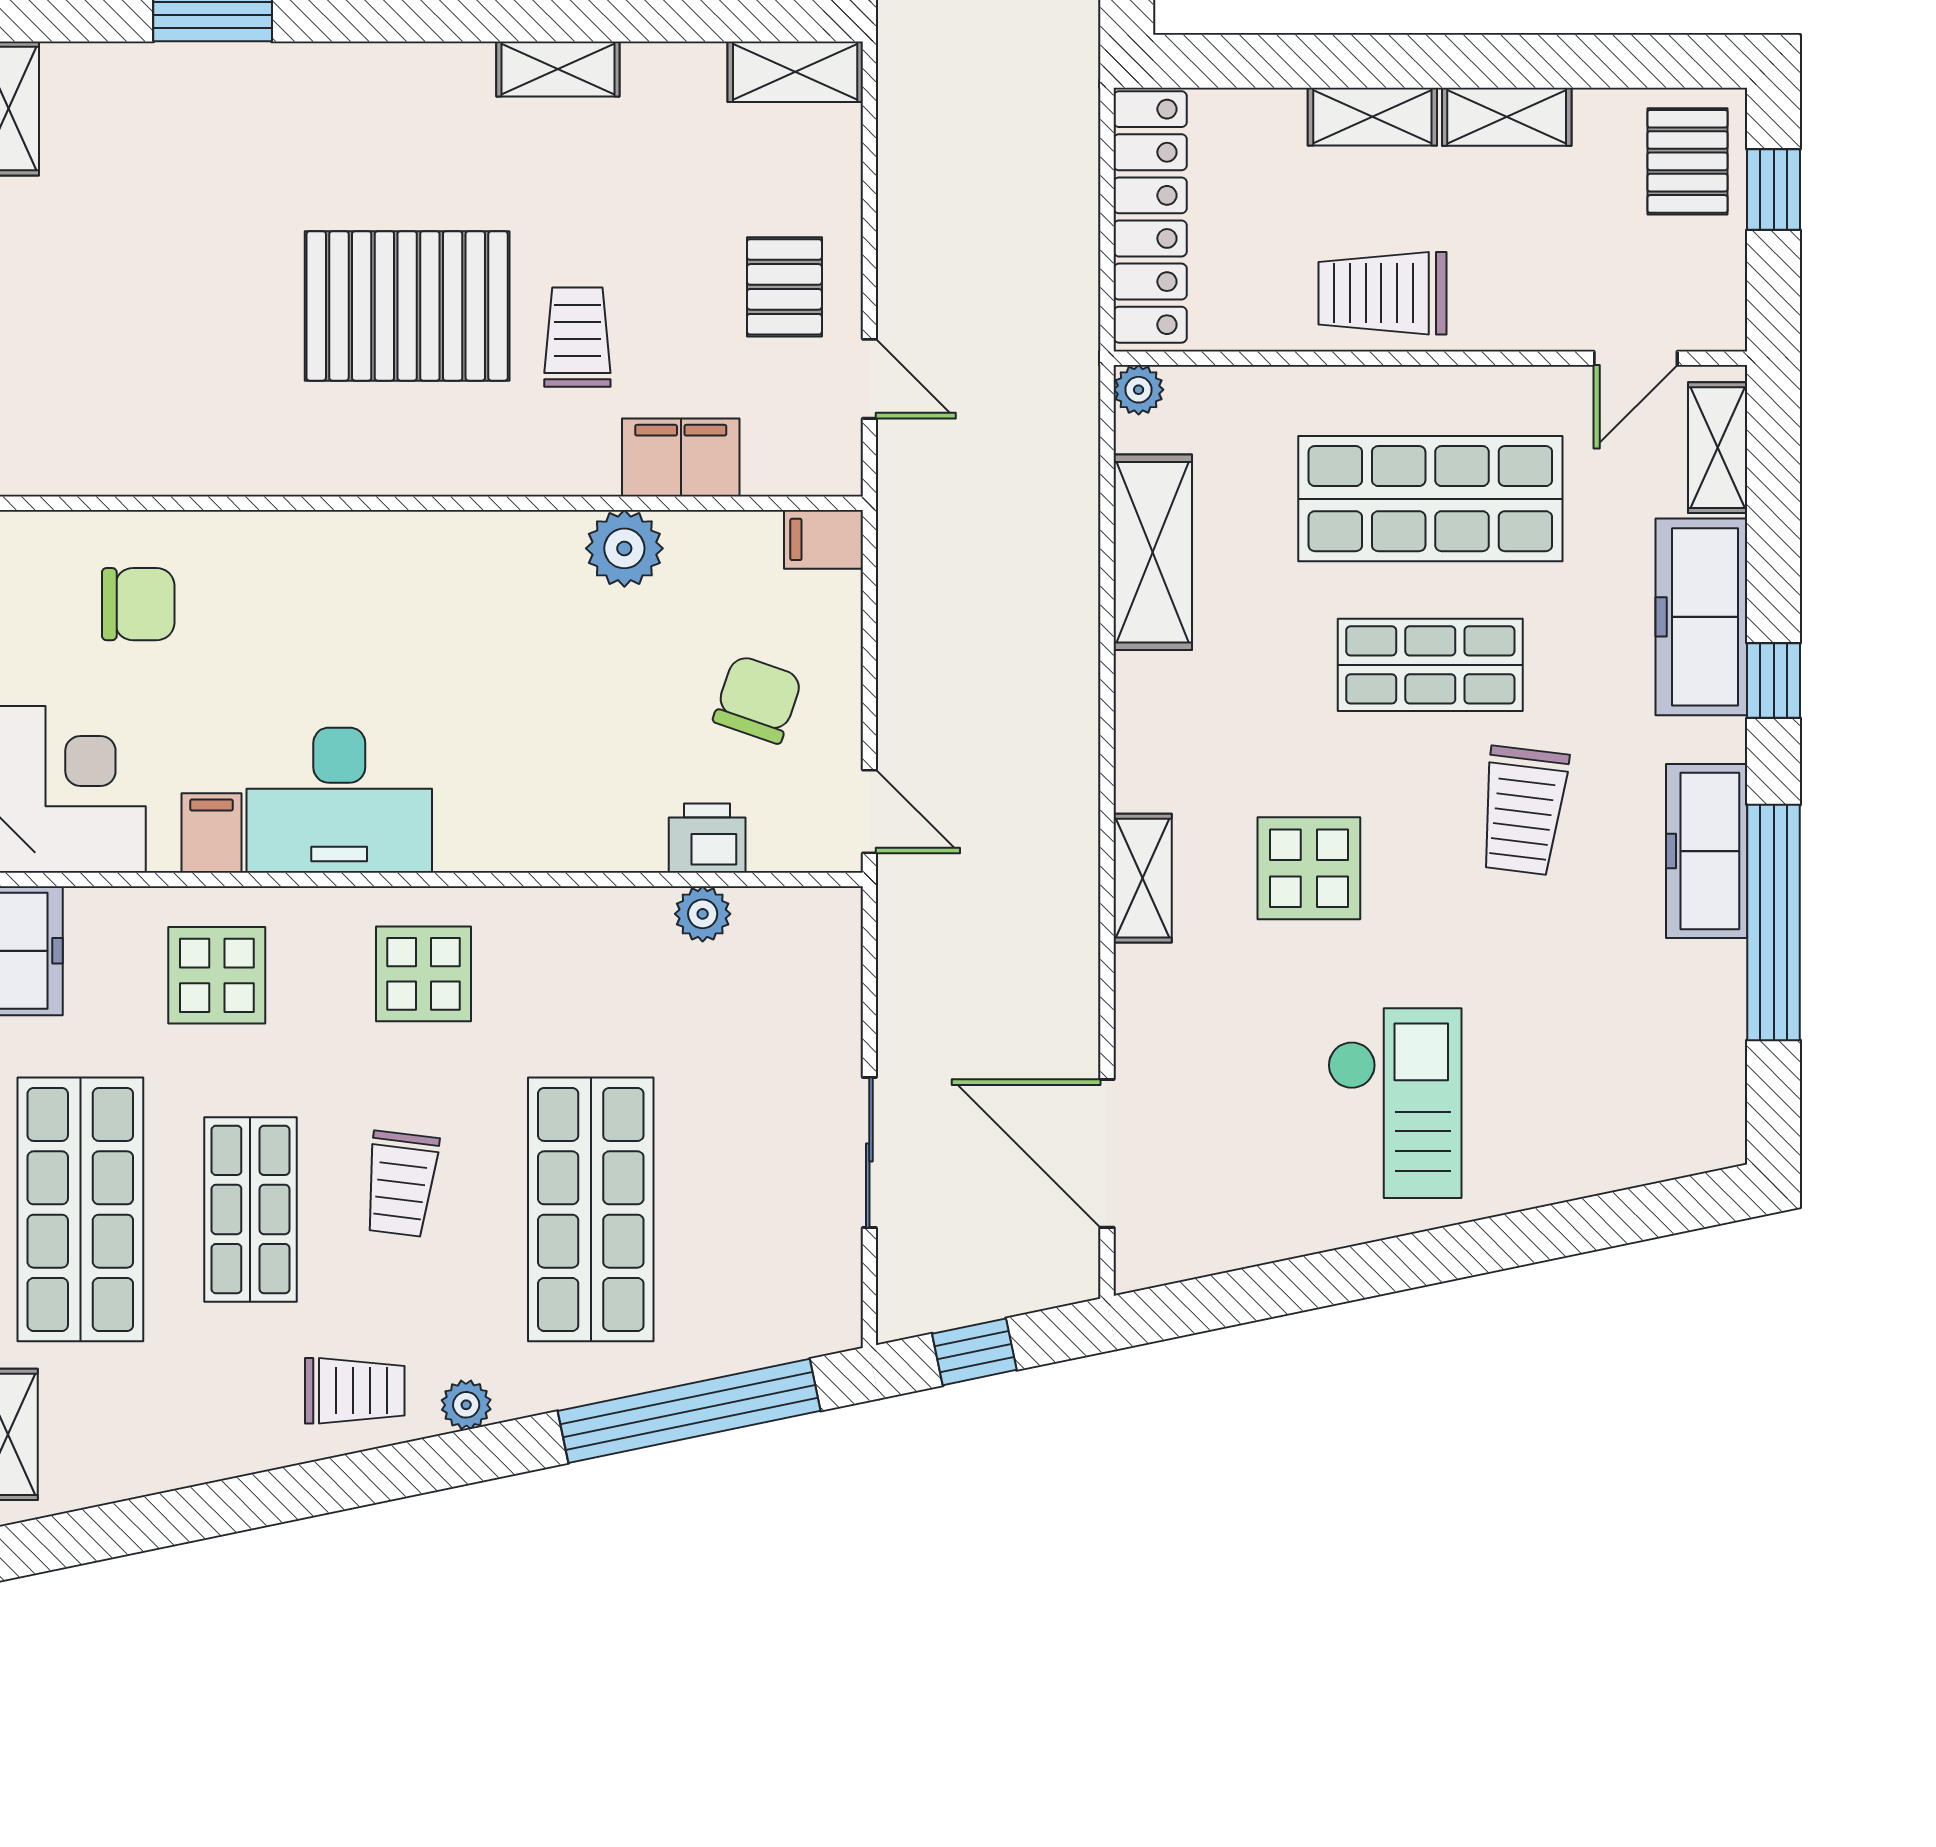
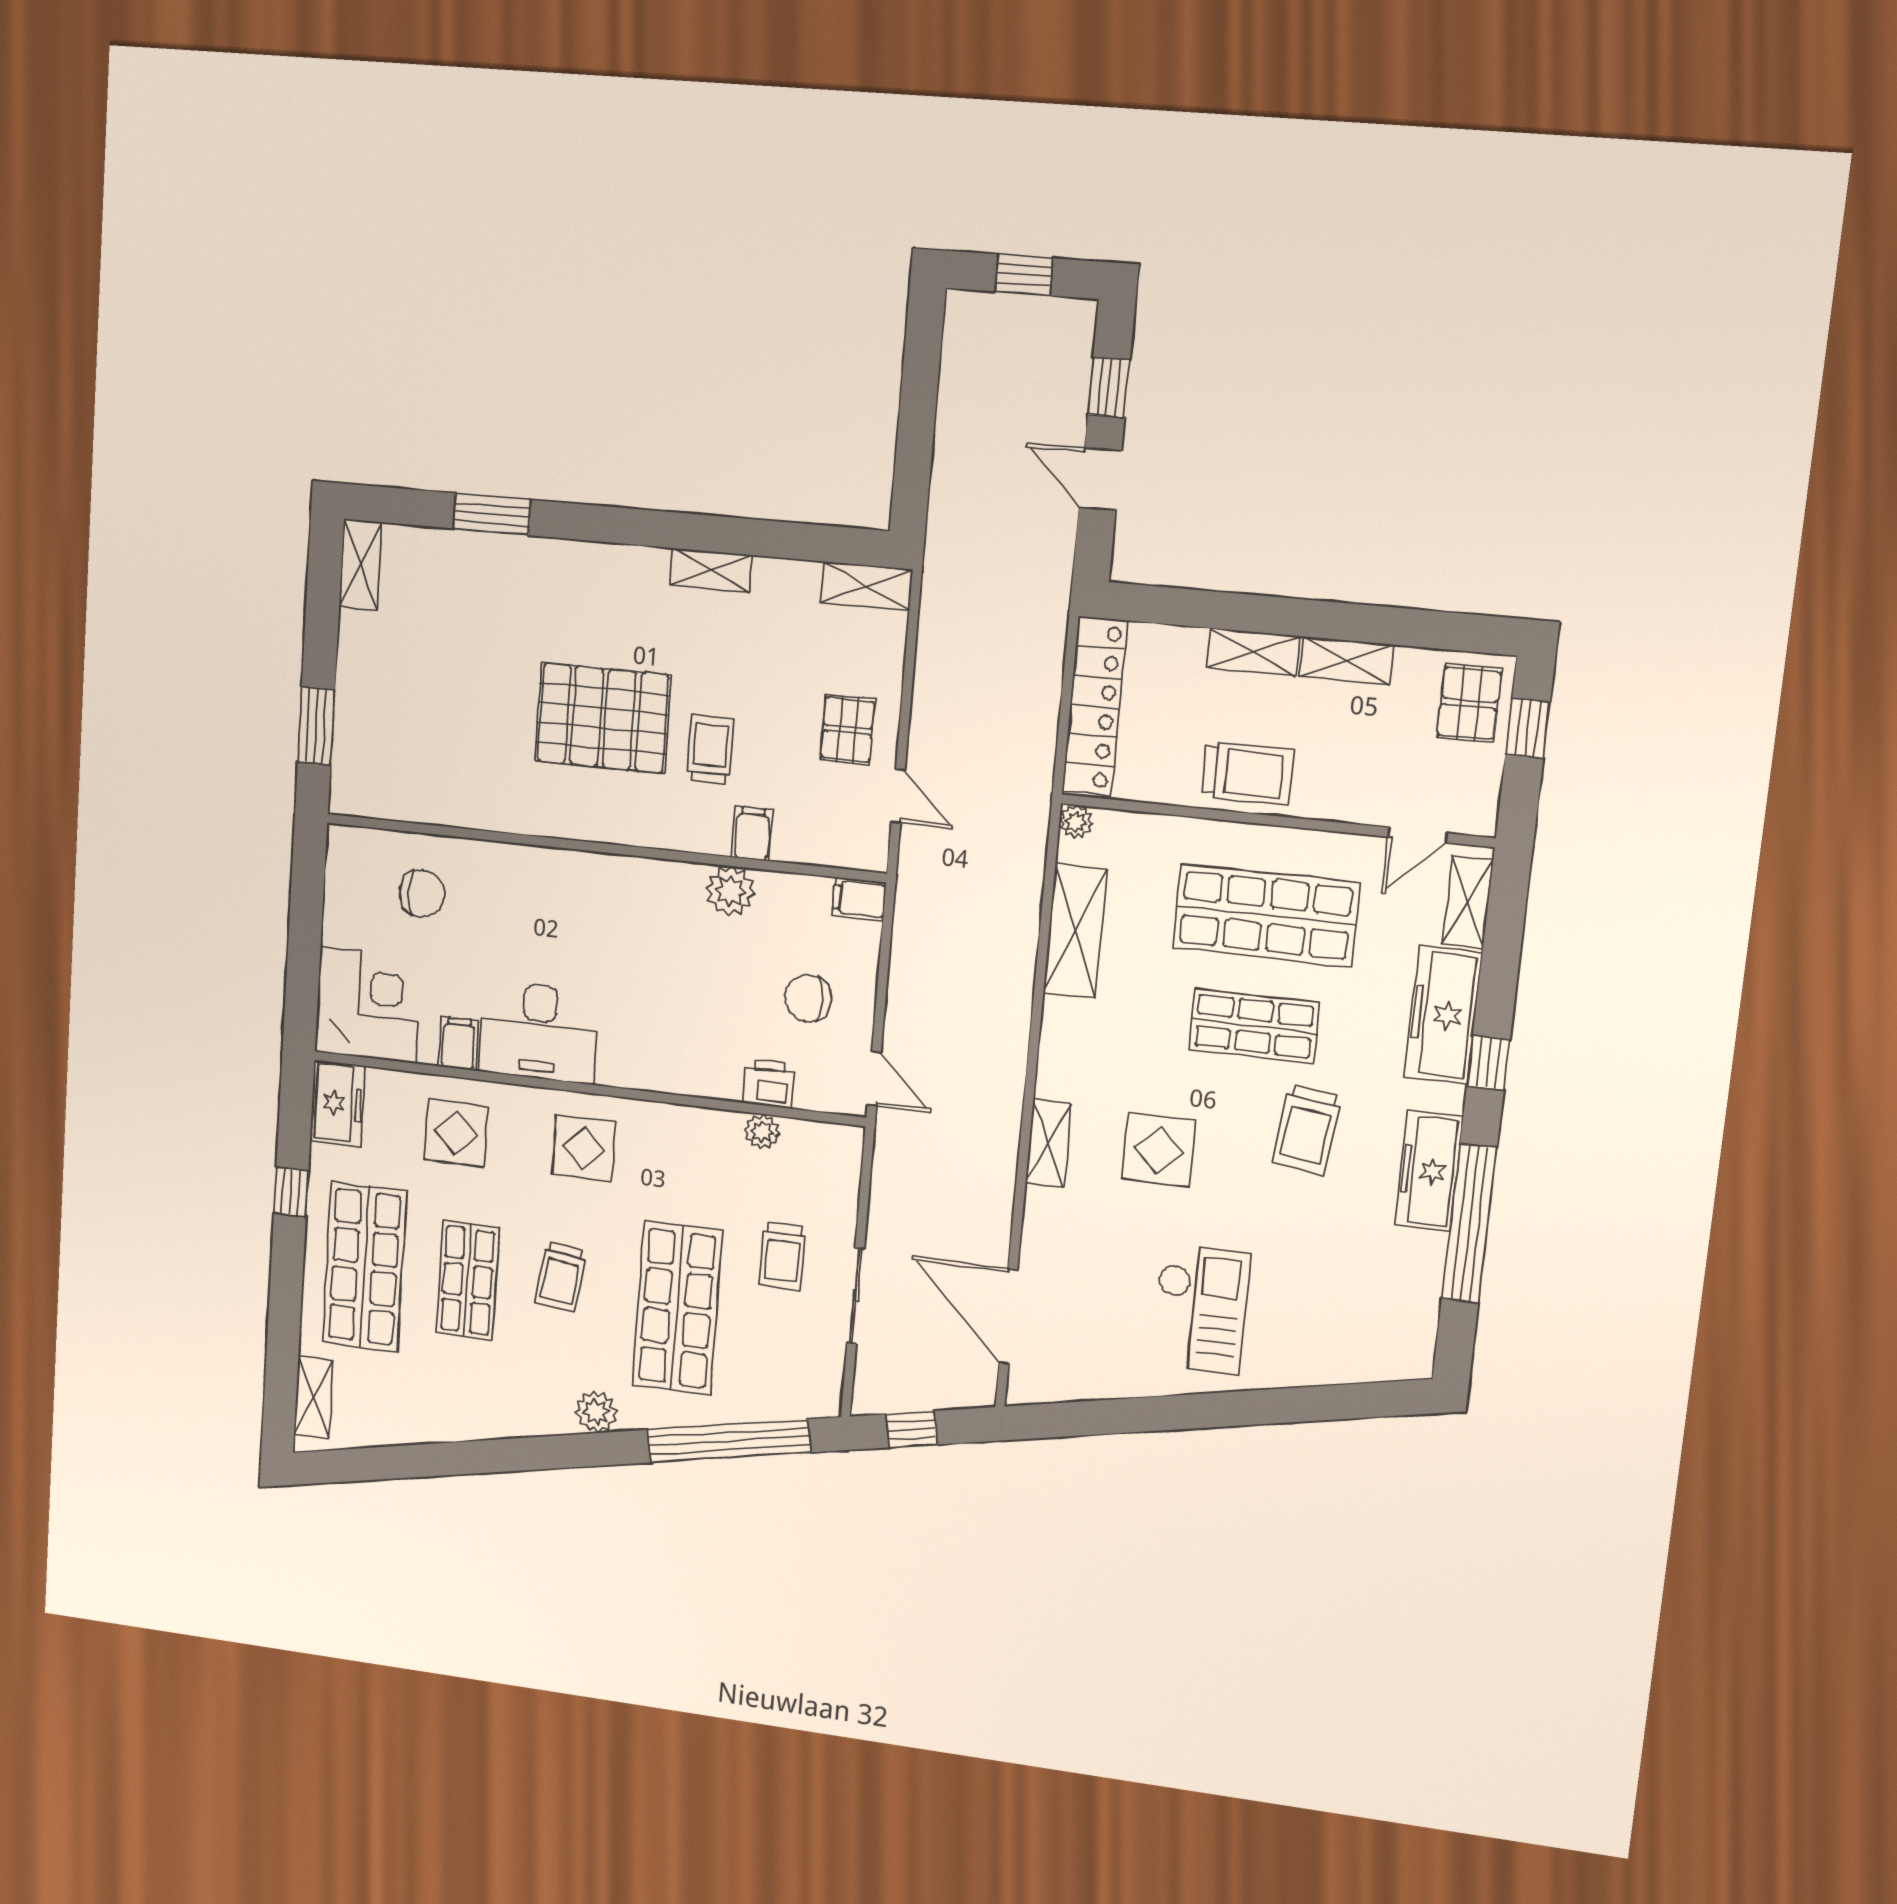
trolley: (1382, 293) -> (1248, 773), turned 180
filing cabinet: (681, 458) -> (752, 834), width x0.50
chair: (758, 699) -> (808, 998), turned -109
trolley: (355, 1391) -> (783, 1256), moved, turned 90
plant: (466, 1405) -> (596, 1412), width x1.38, depth x1.38

